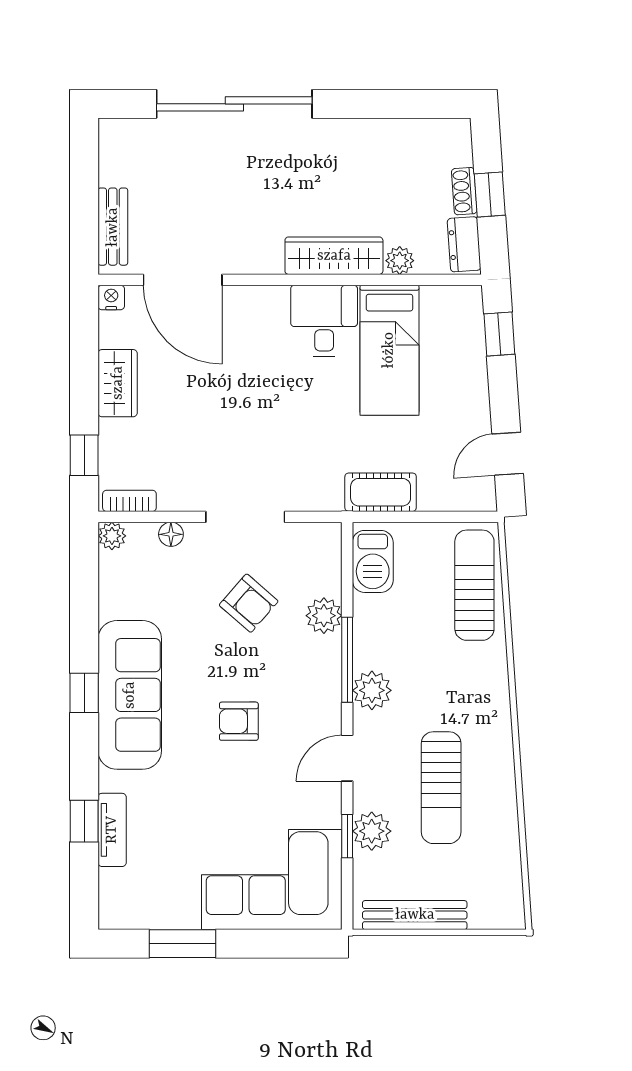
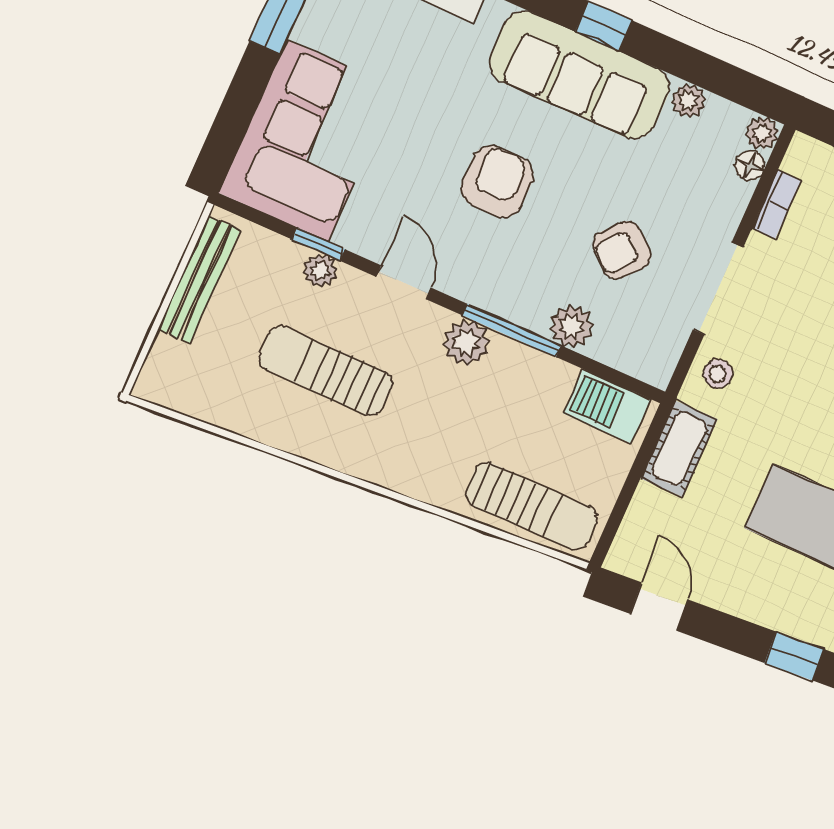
stool: (310, 488) -> (718, 374), added
bookcase: (129, 501) -> (776, 204), moved
floor lamp: (171, 534) -> (750, 166), moved
plant: (112, 603) -> (688, 100), added
armchair: (239, 721) -> (497, 182), width x1.38, depth x1.38
plant: (372, 831) -> (320, 270), width x0.73, depth x0.73

